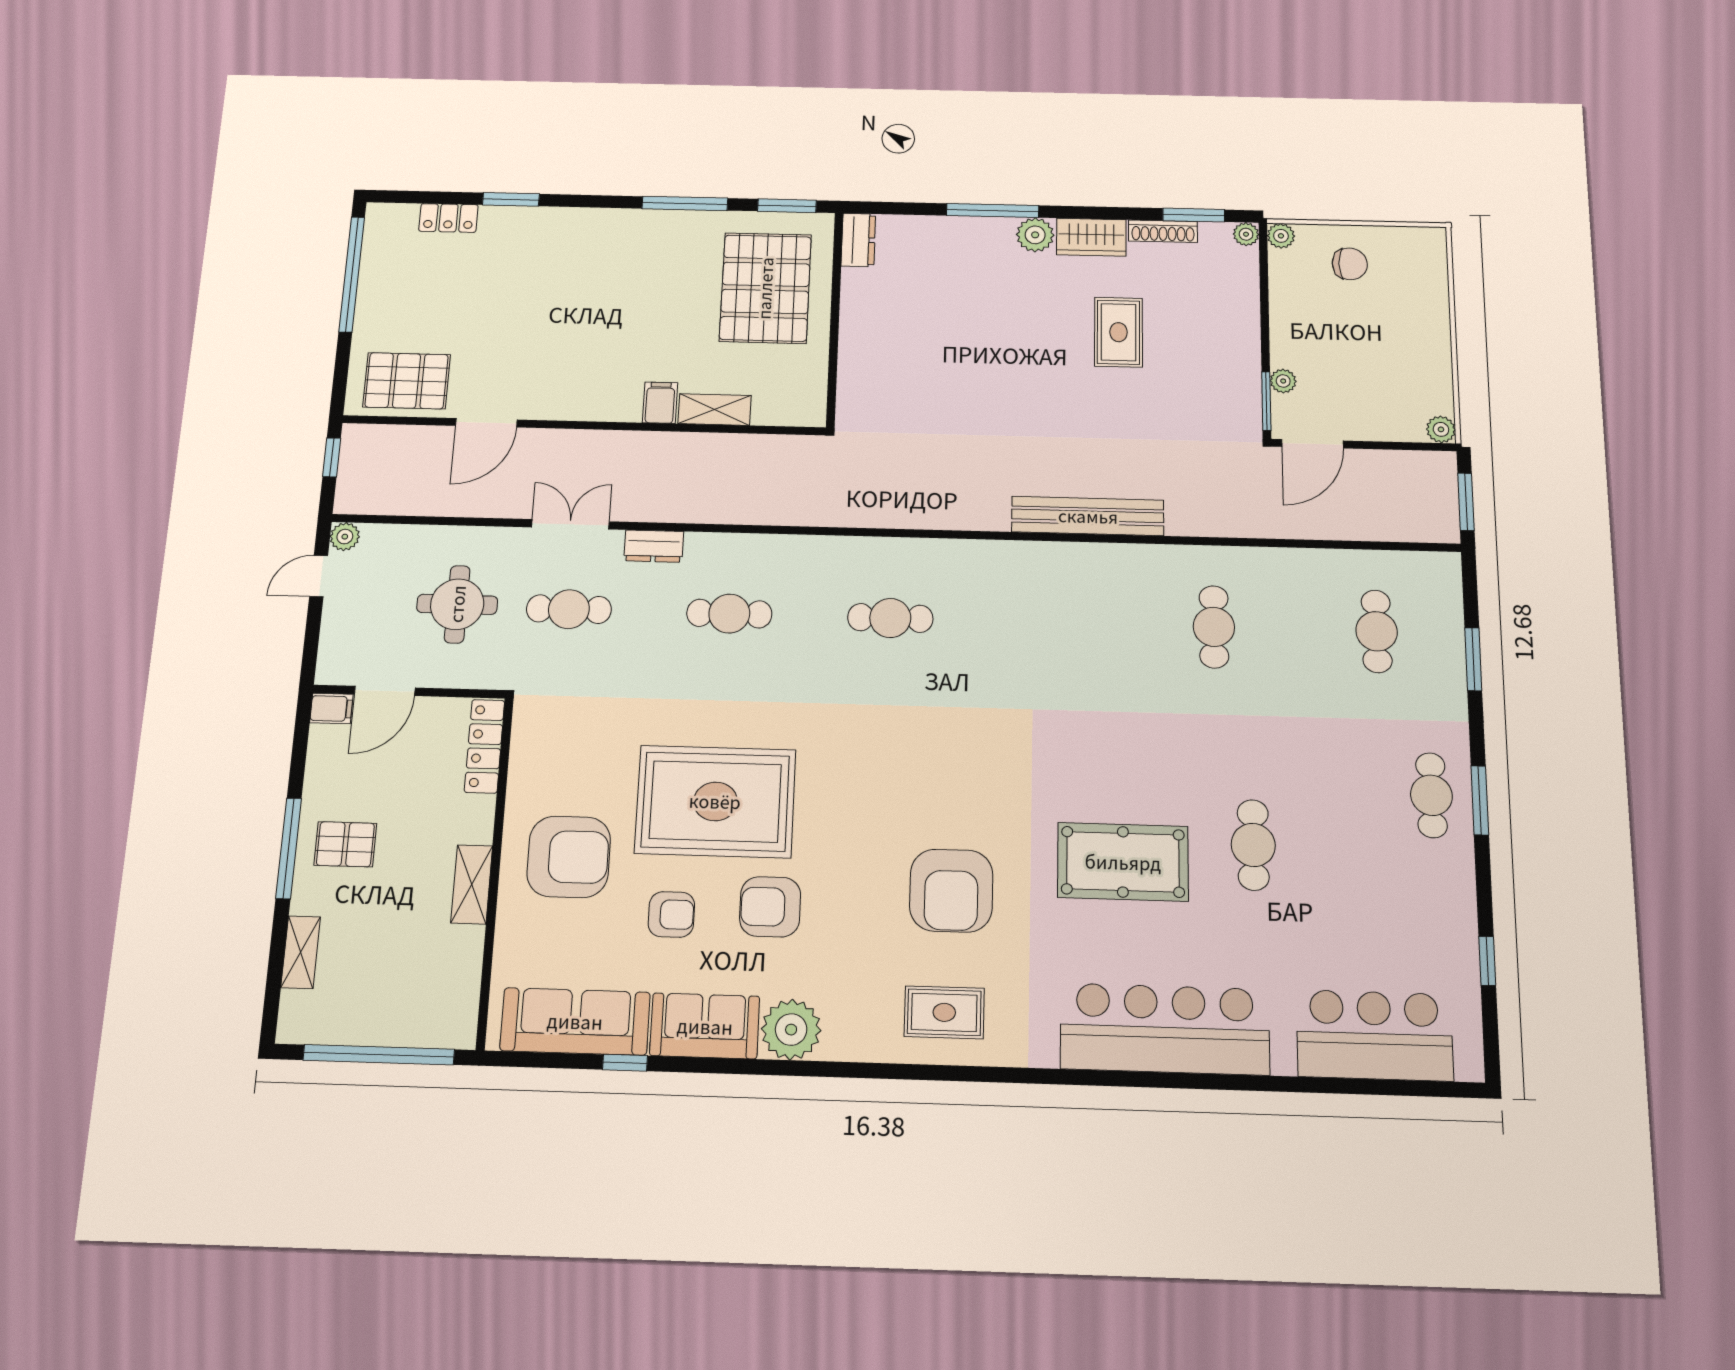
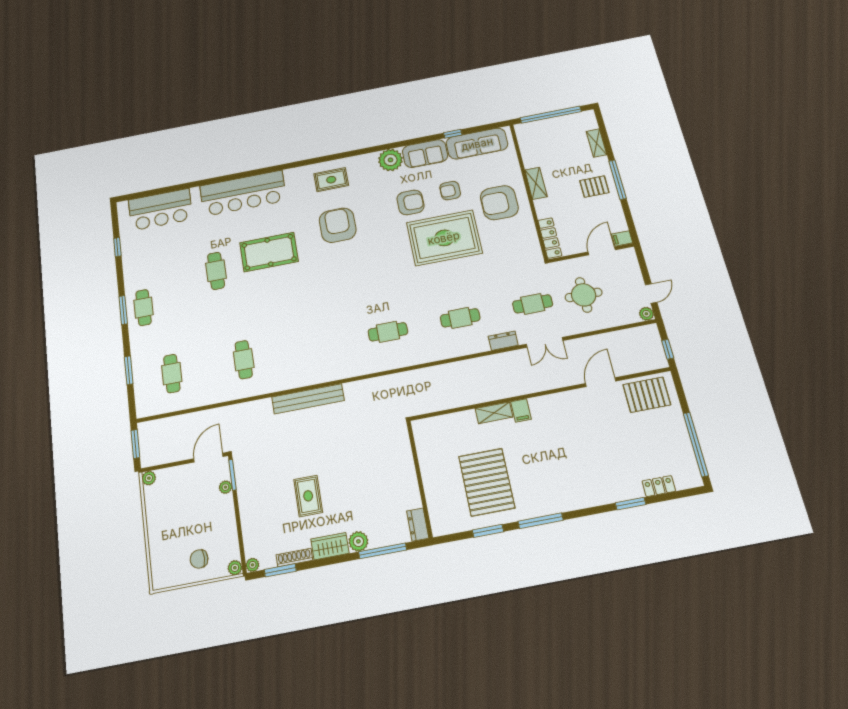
dresser: (858, 240) -> (418, 525), moved
wall: (835, 319) -> (419, 478), moved

